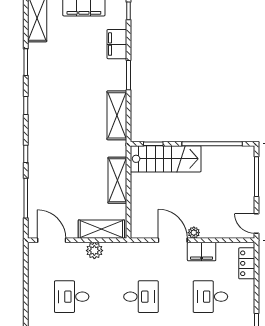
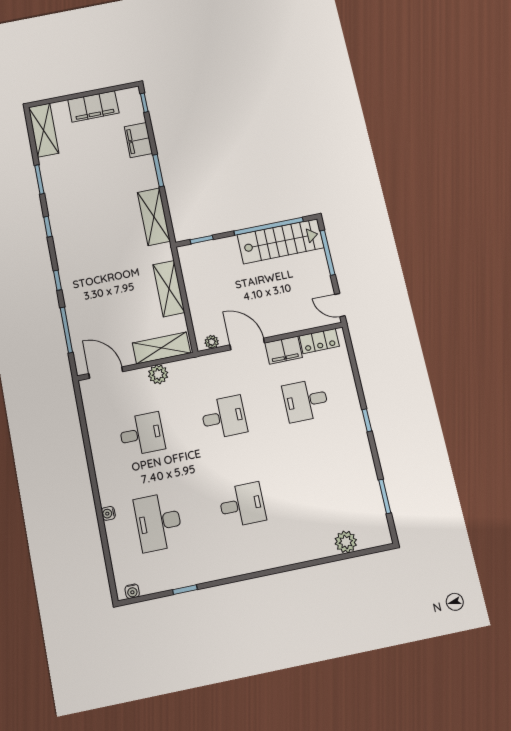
stairs: (166, 159) -> (281, 241), moved
plant: (194, 233) -> (212, 342), moved
locker: (247, 263) -> (319, 341), moved, turned -90
desk: (72, 297) -> (142, 434), turned 180

